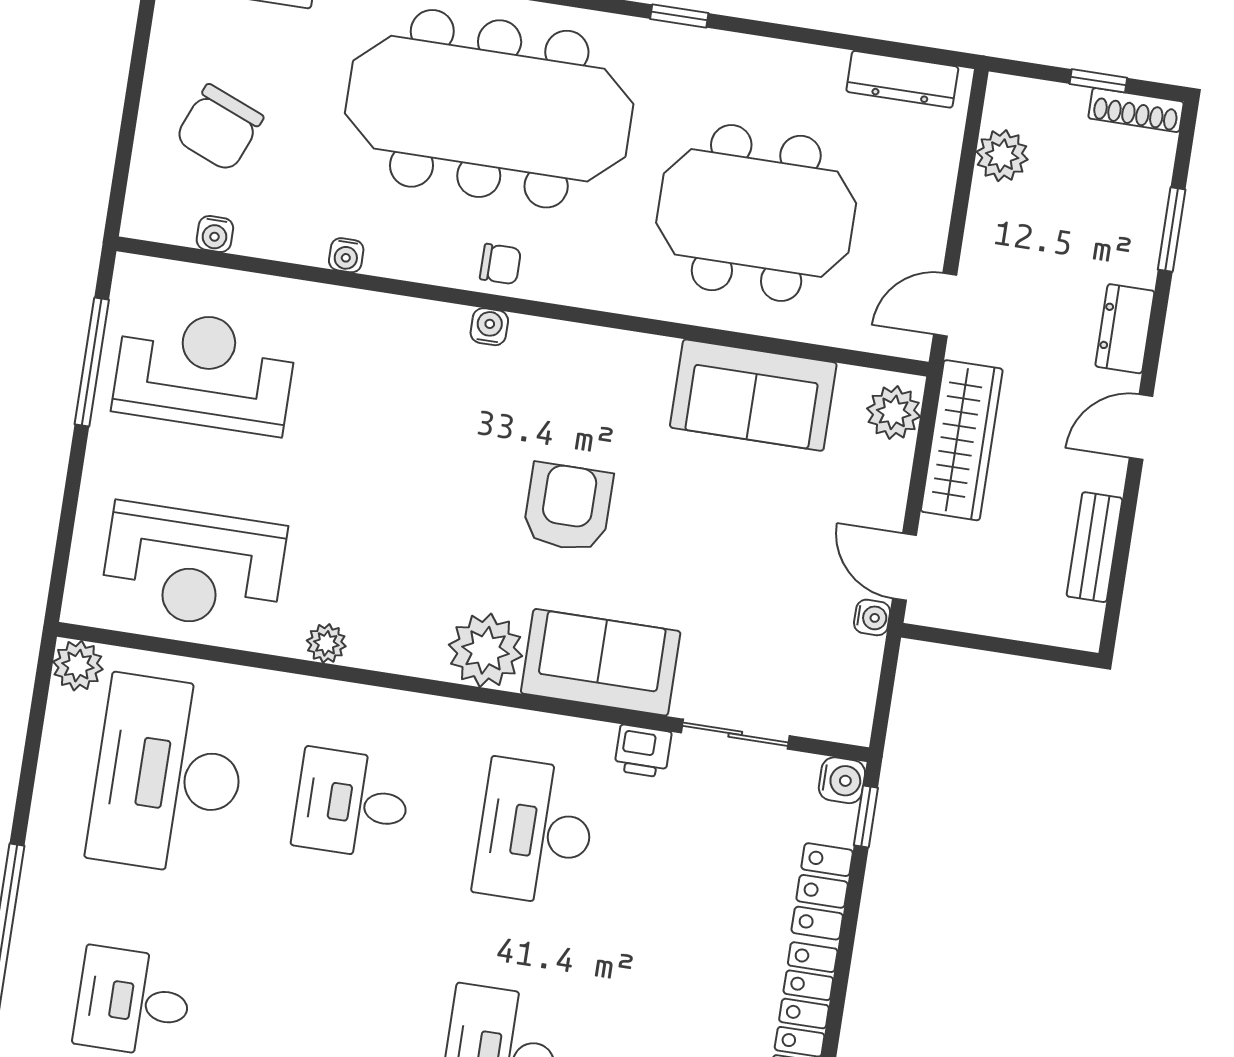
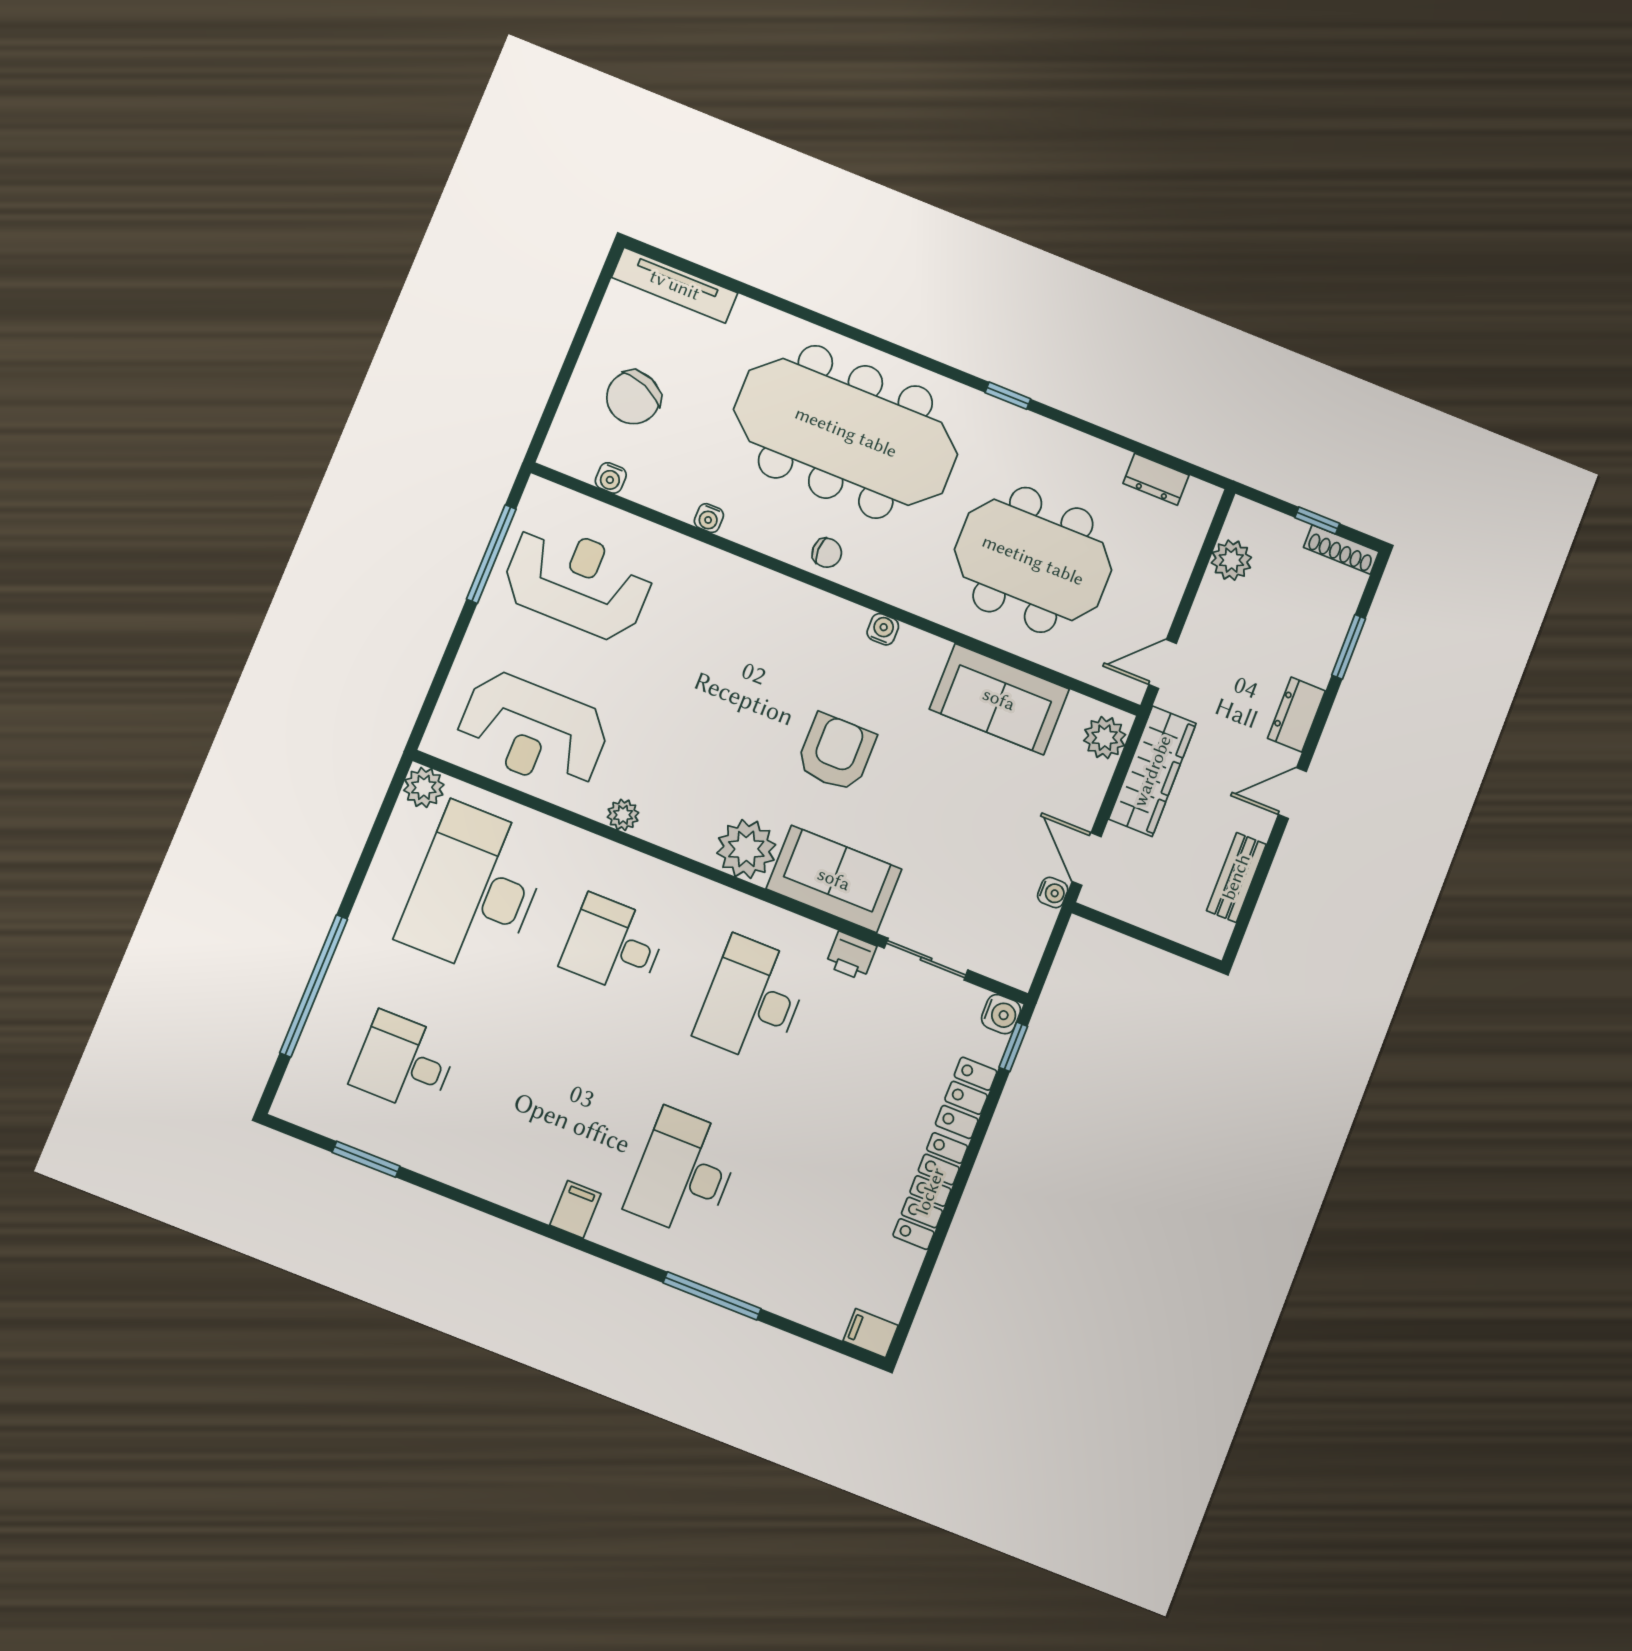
dresser: (902, 79) -> (1156, 479), width x0.70
water cooler: (489, 327) -> (883, 629), moved

